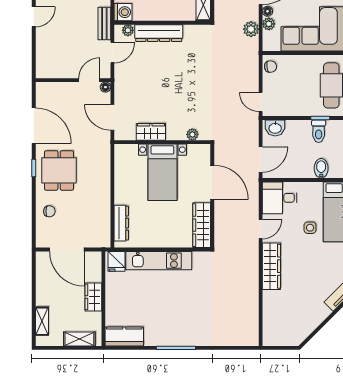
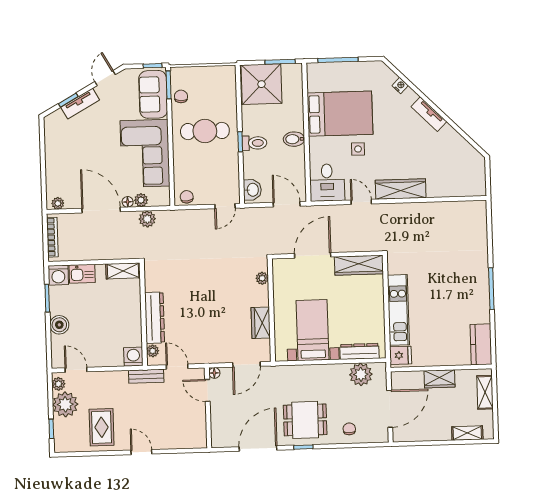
bed with nightstands: (162, 172) -> (313, 330), moved, turned -90
plant: (100, 224) -> (361, 374), added

